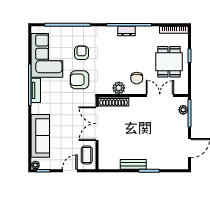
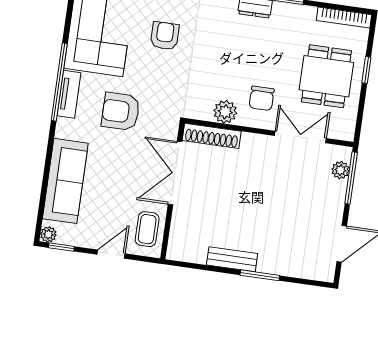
armchair: (80, 80) -> (121, 111), moved

